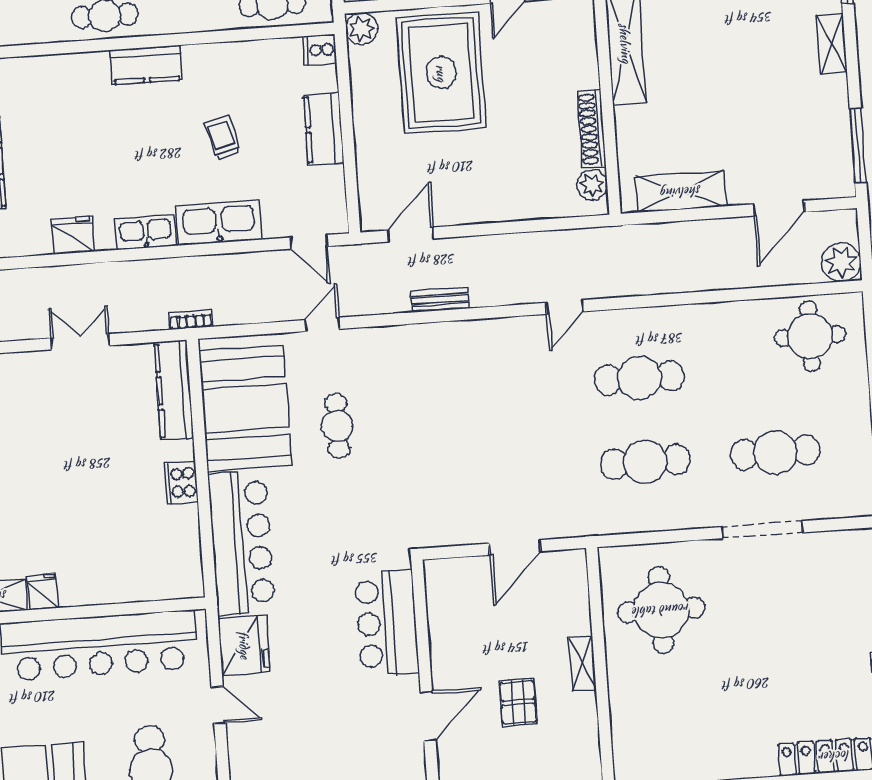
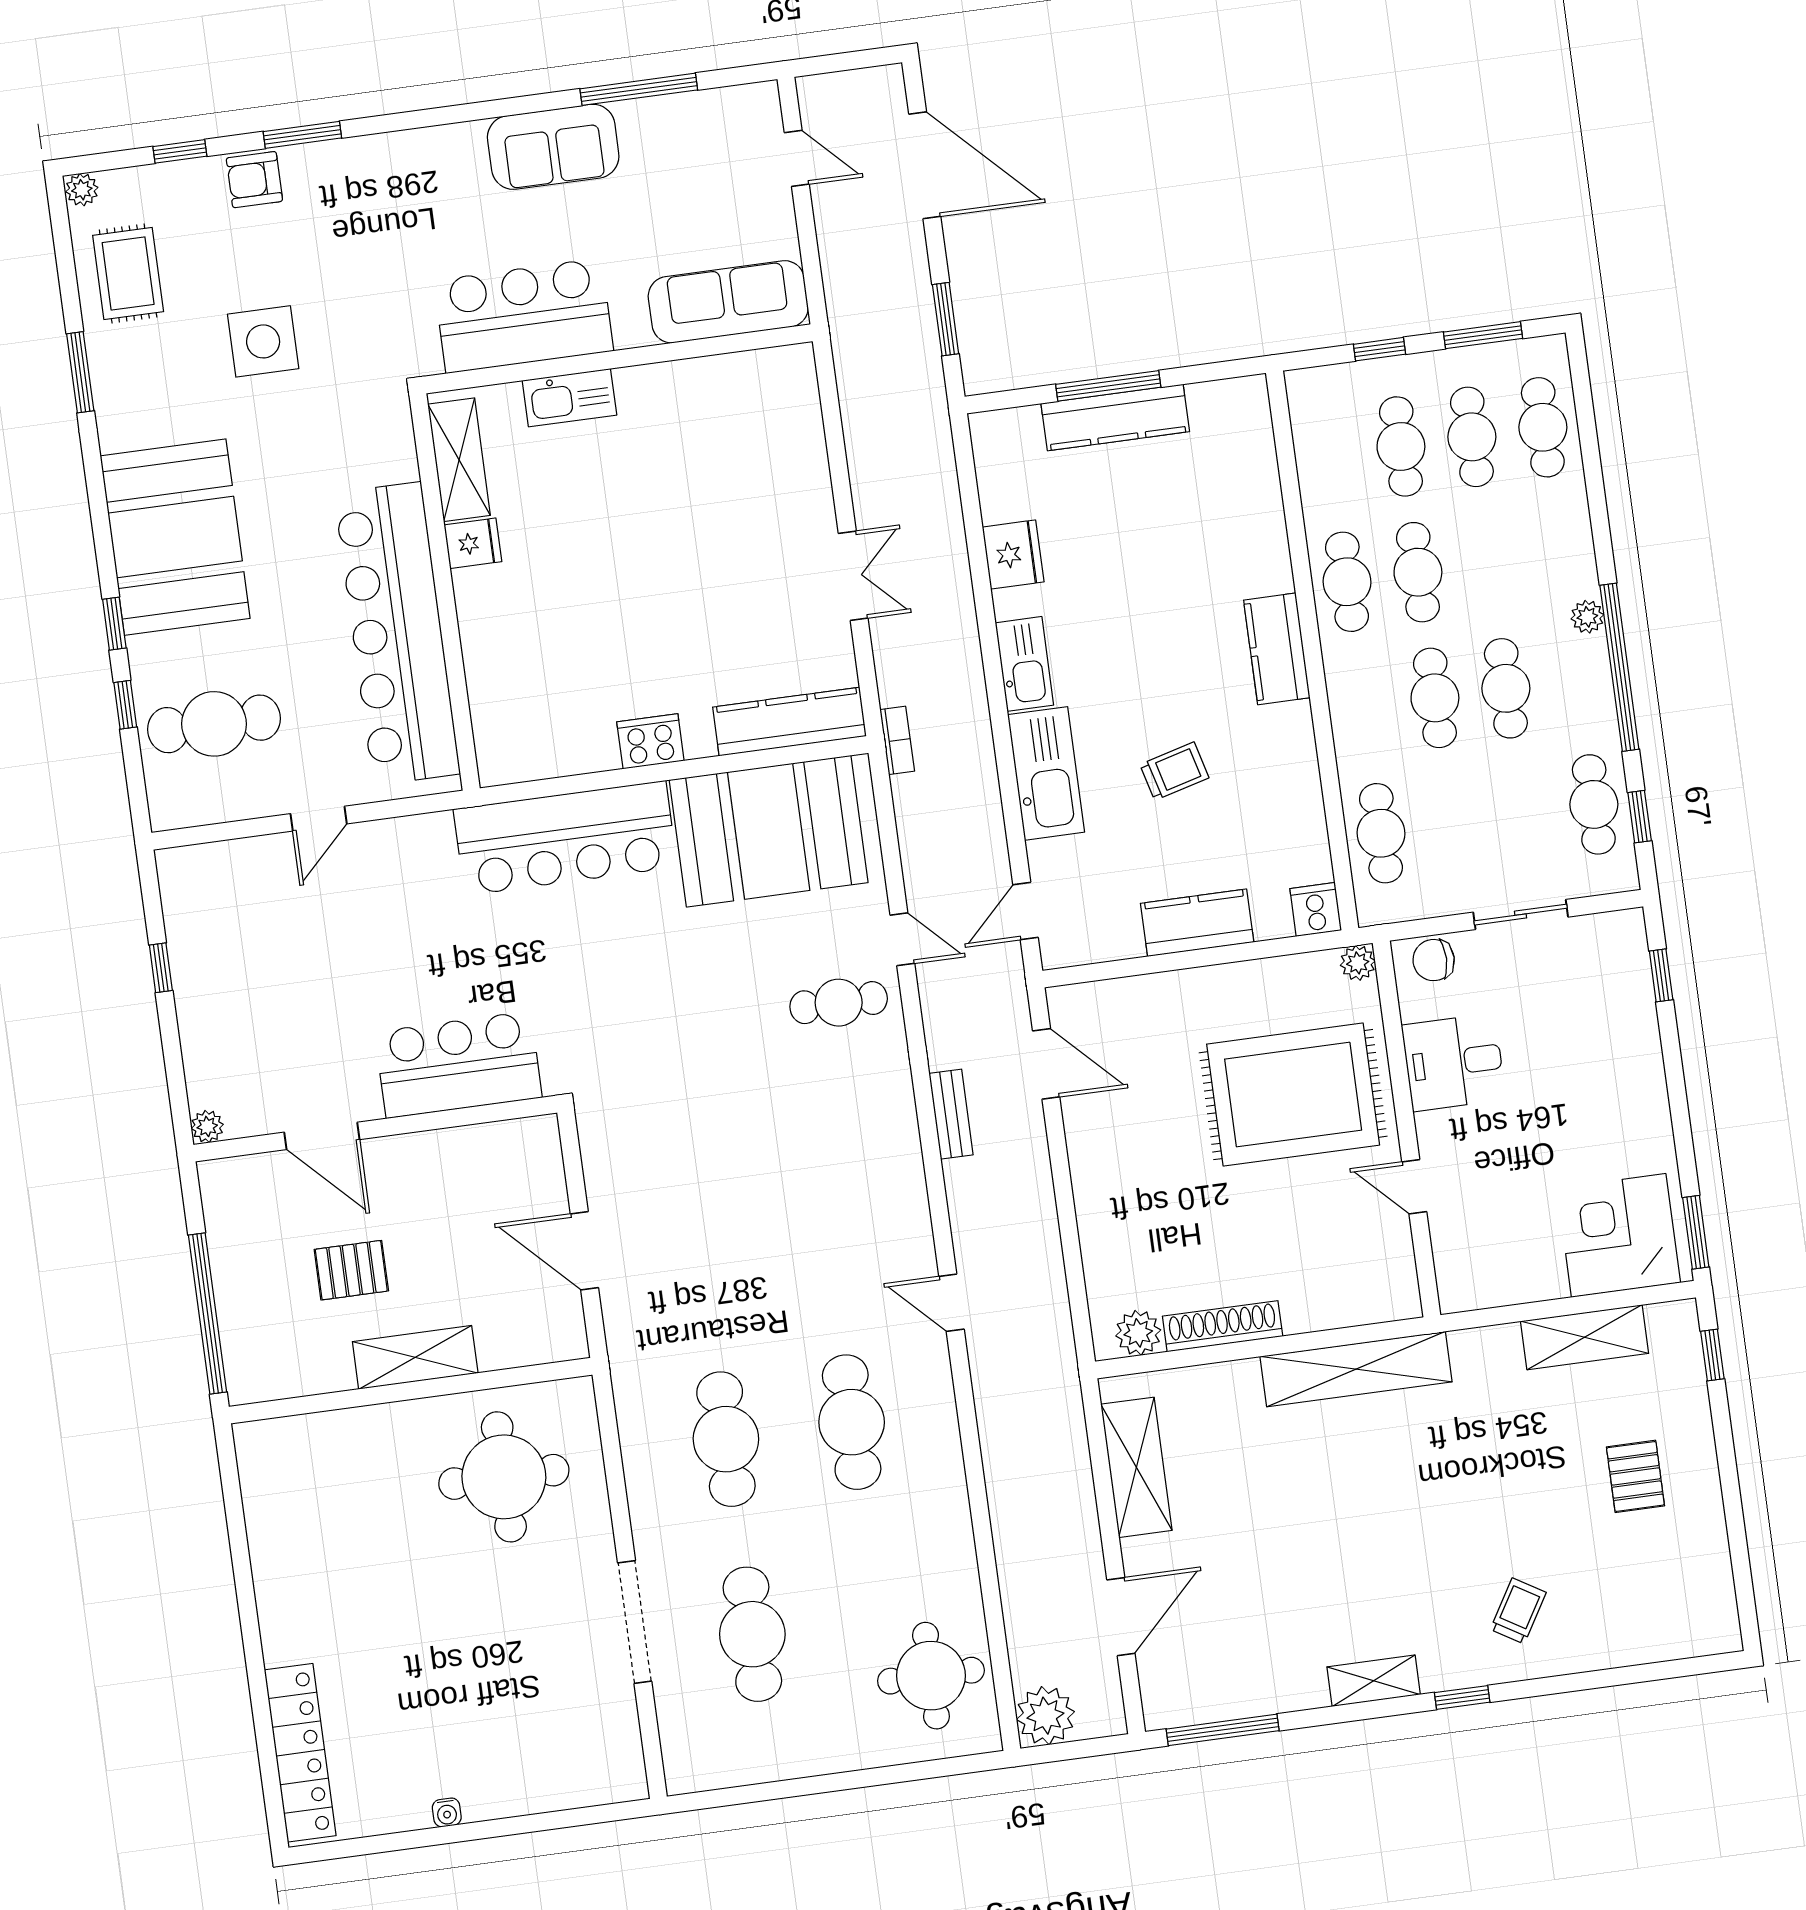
plant: (362, 29) -> (1358, 963), width x0.73, depth x0.73
door: (779, 208) -> (1121, 1617), swing flipped
cafe table: (337, 426) -> (839, 1003), moved
fridge: (244, 645) -> (412, 852), removed
shelving: (582, 663) -> (415, 1357), width x1.50, depth x1.33

